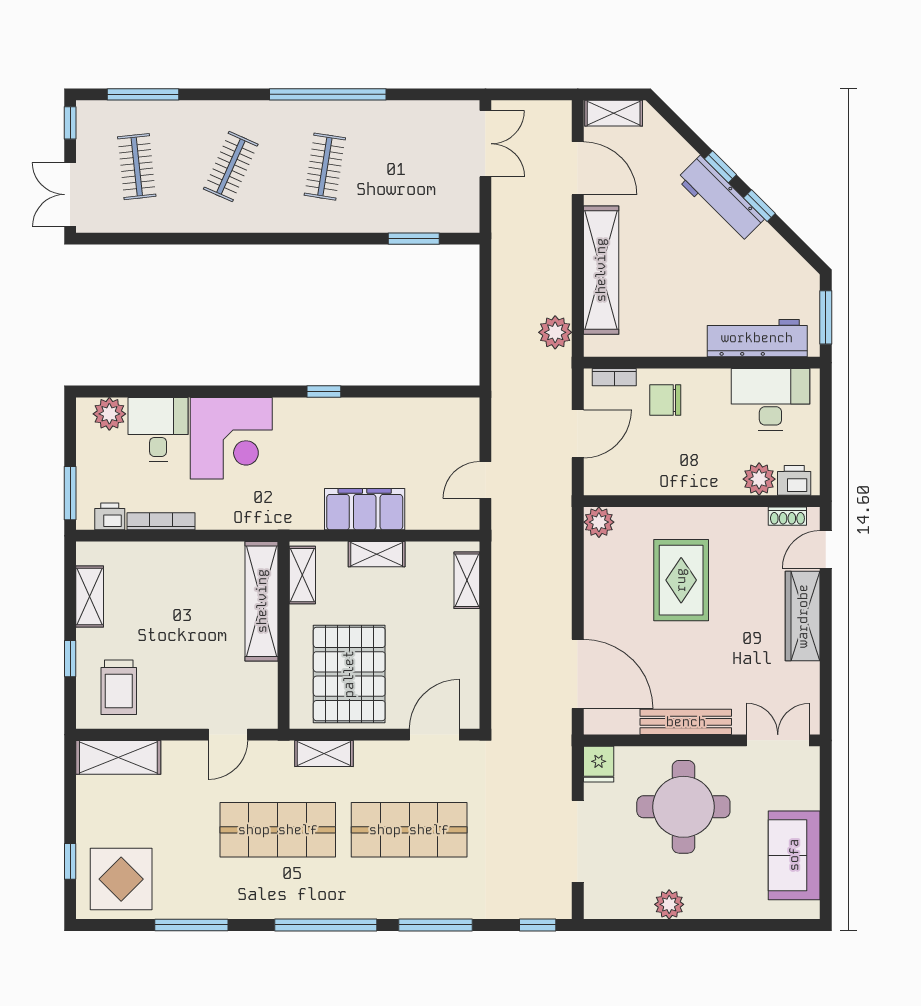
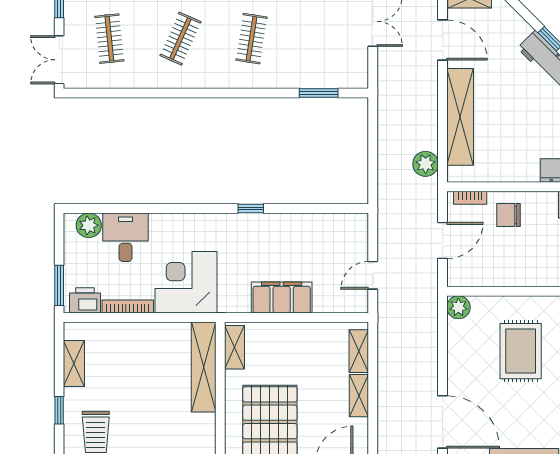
corner desk: (231, 438) -> (186, 282), moved, turned 180
printer: (110, 516) -> (85, 300), width x1.36, depth x1.24
shelving: (377, 554) -> (359, 396), moved, turned 90

